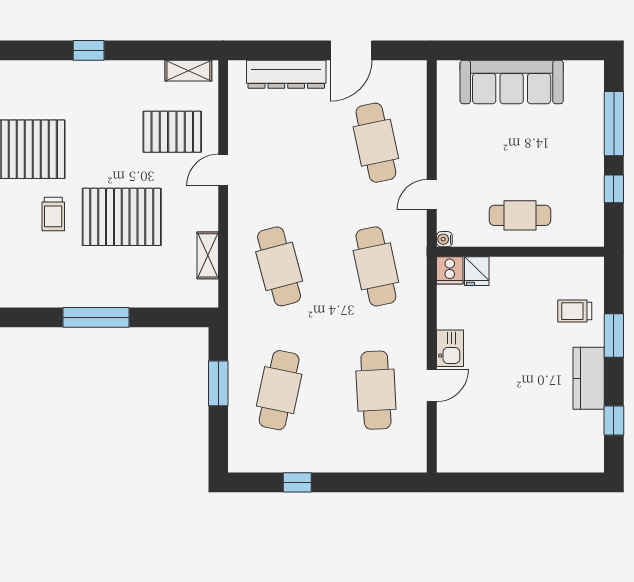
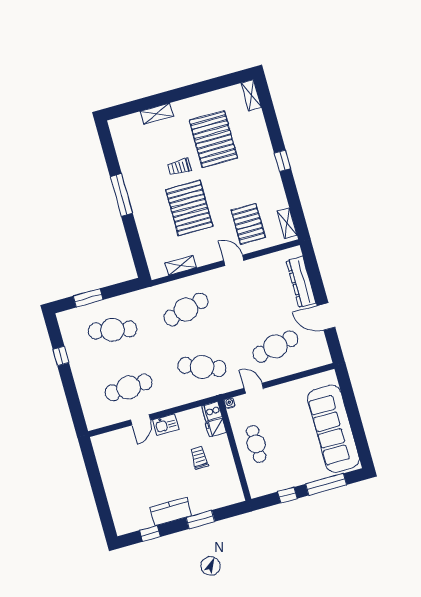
sofa: (512, 82) -> (333, 429), width x1.36, depth x1.27
cafe table: (376, 266) -> (202, 367), turned 33
trolley: (575, 311) -> (199, 458), moved
window: (96, 317) -> (121, 195), moved
window: (218, 383) -> (88, 298), moved
door: (432, 386) -> (141, 420), hinge flipped

